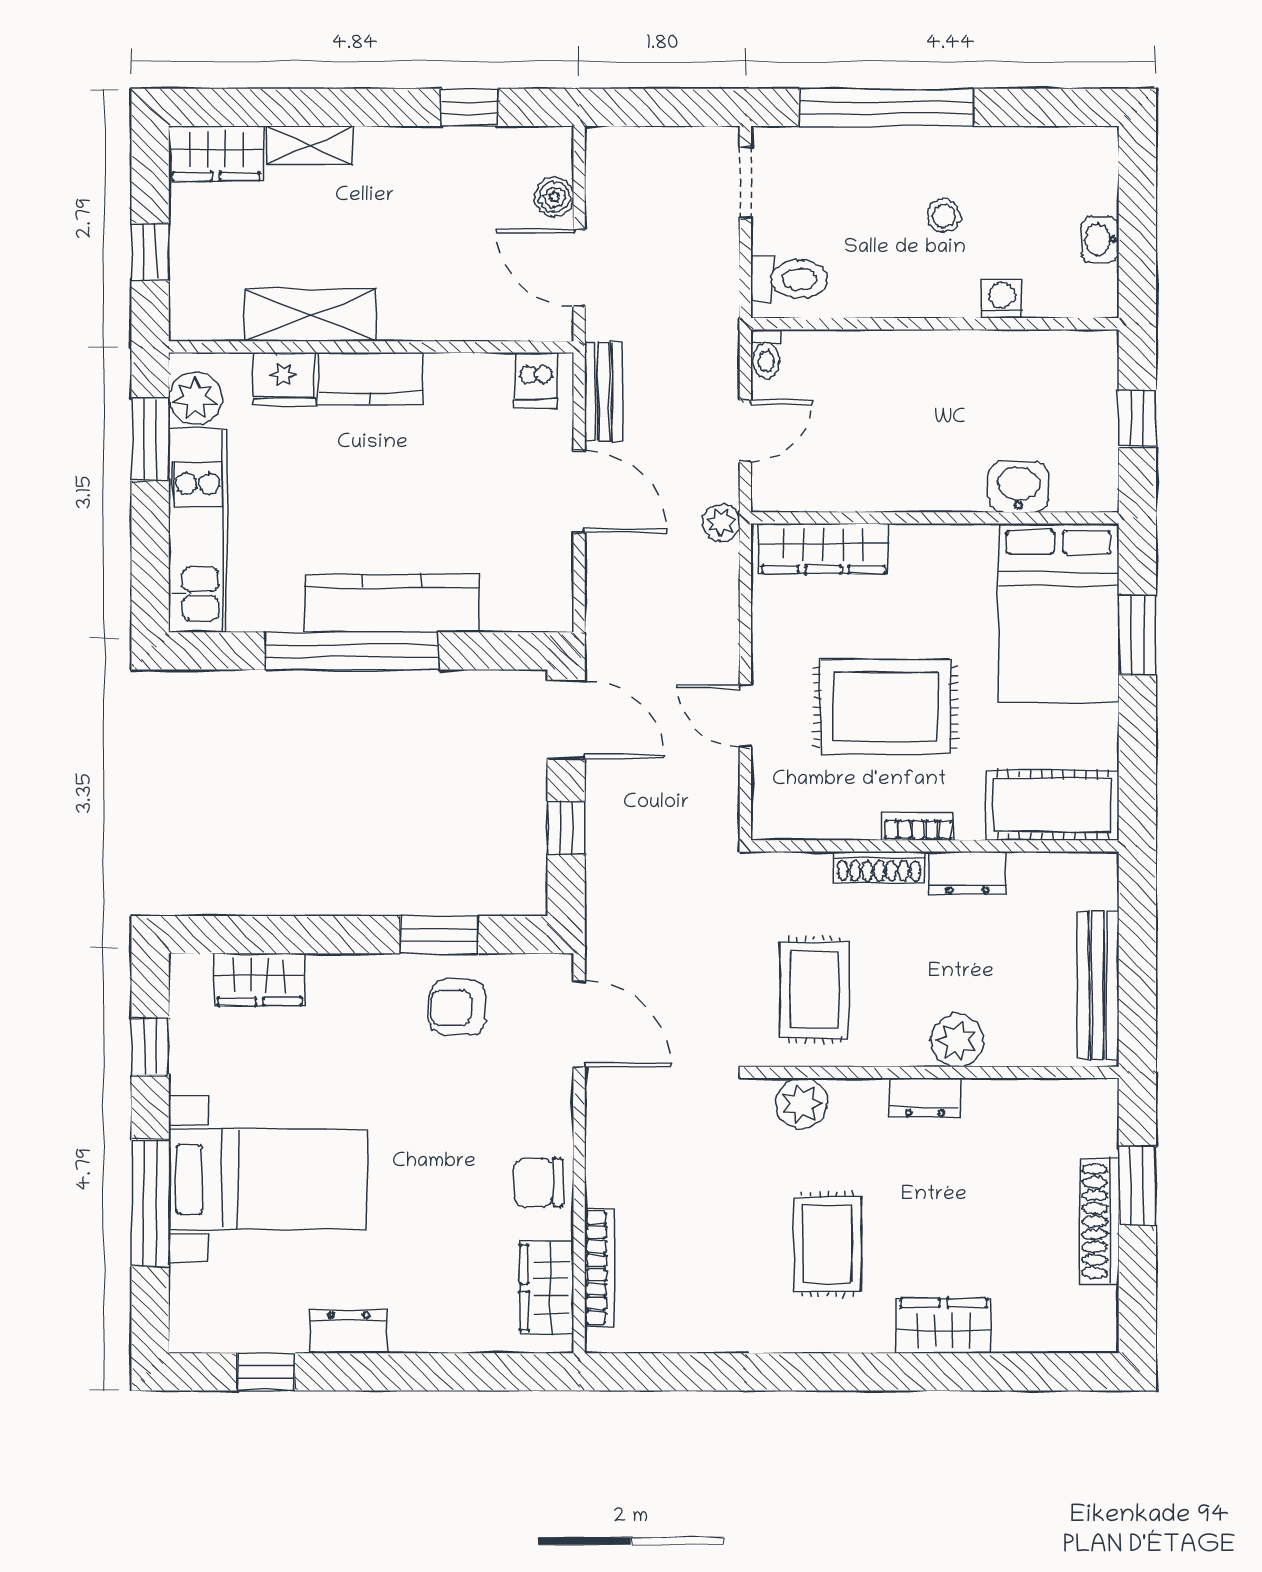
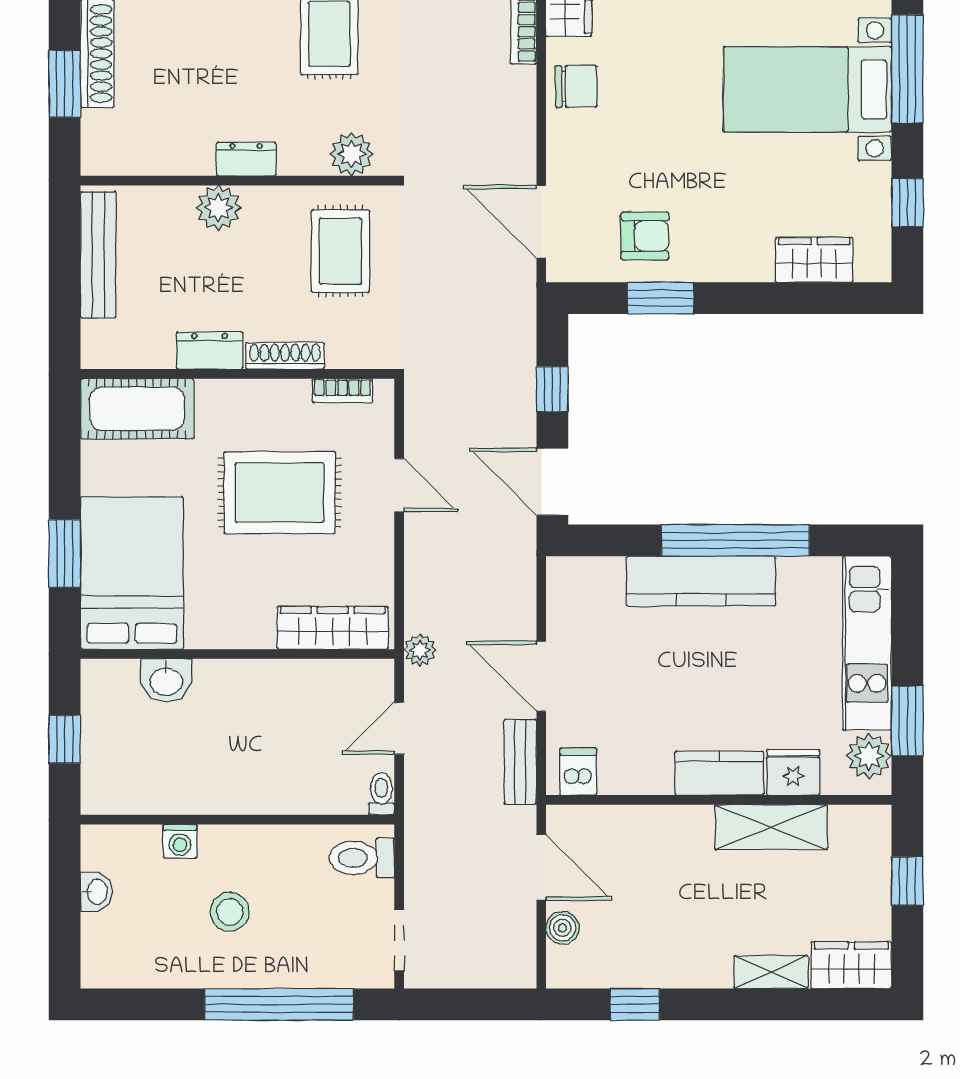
stool: (944, 216) -> (230, 912), width x1.37, depth x1.37
bookcase: (918, 826) -> (342, 391), moved

